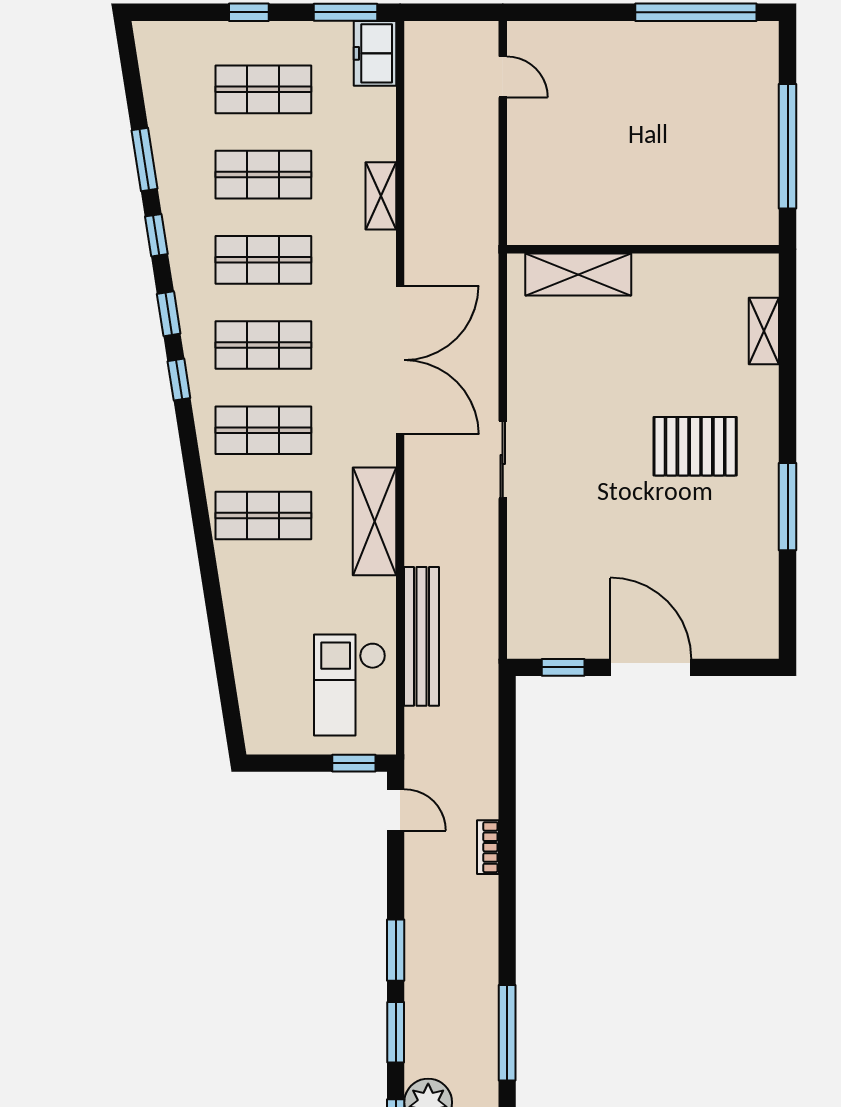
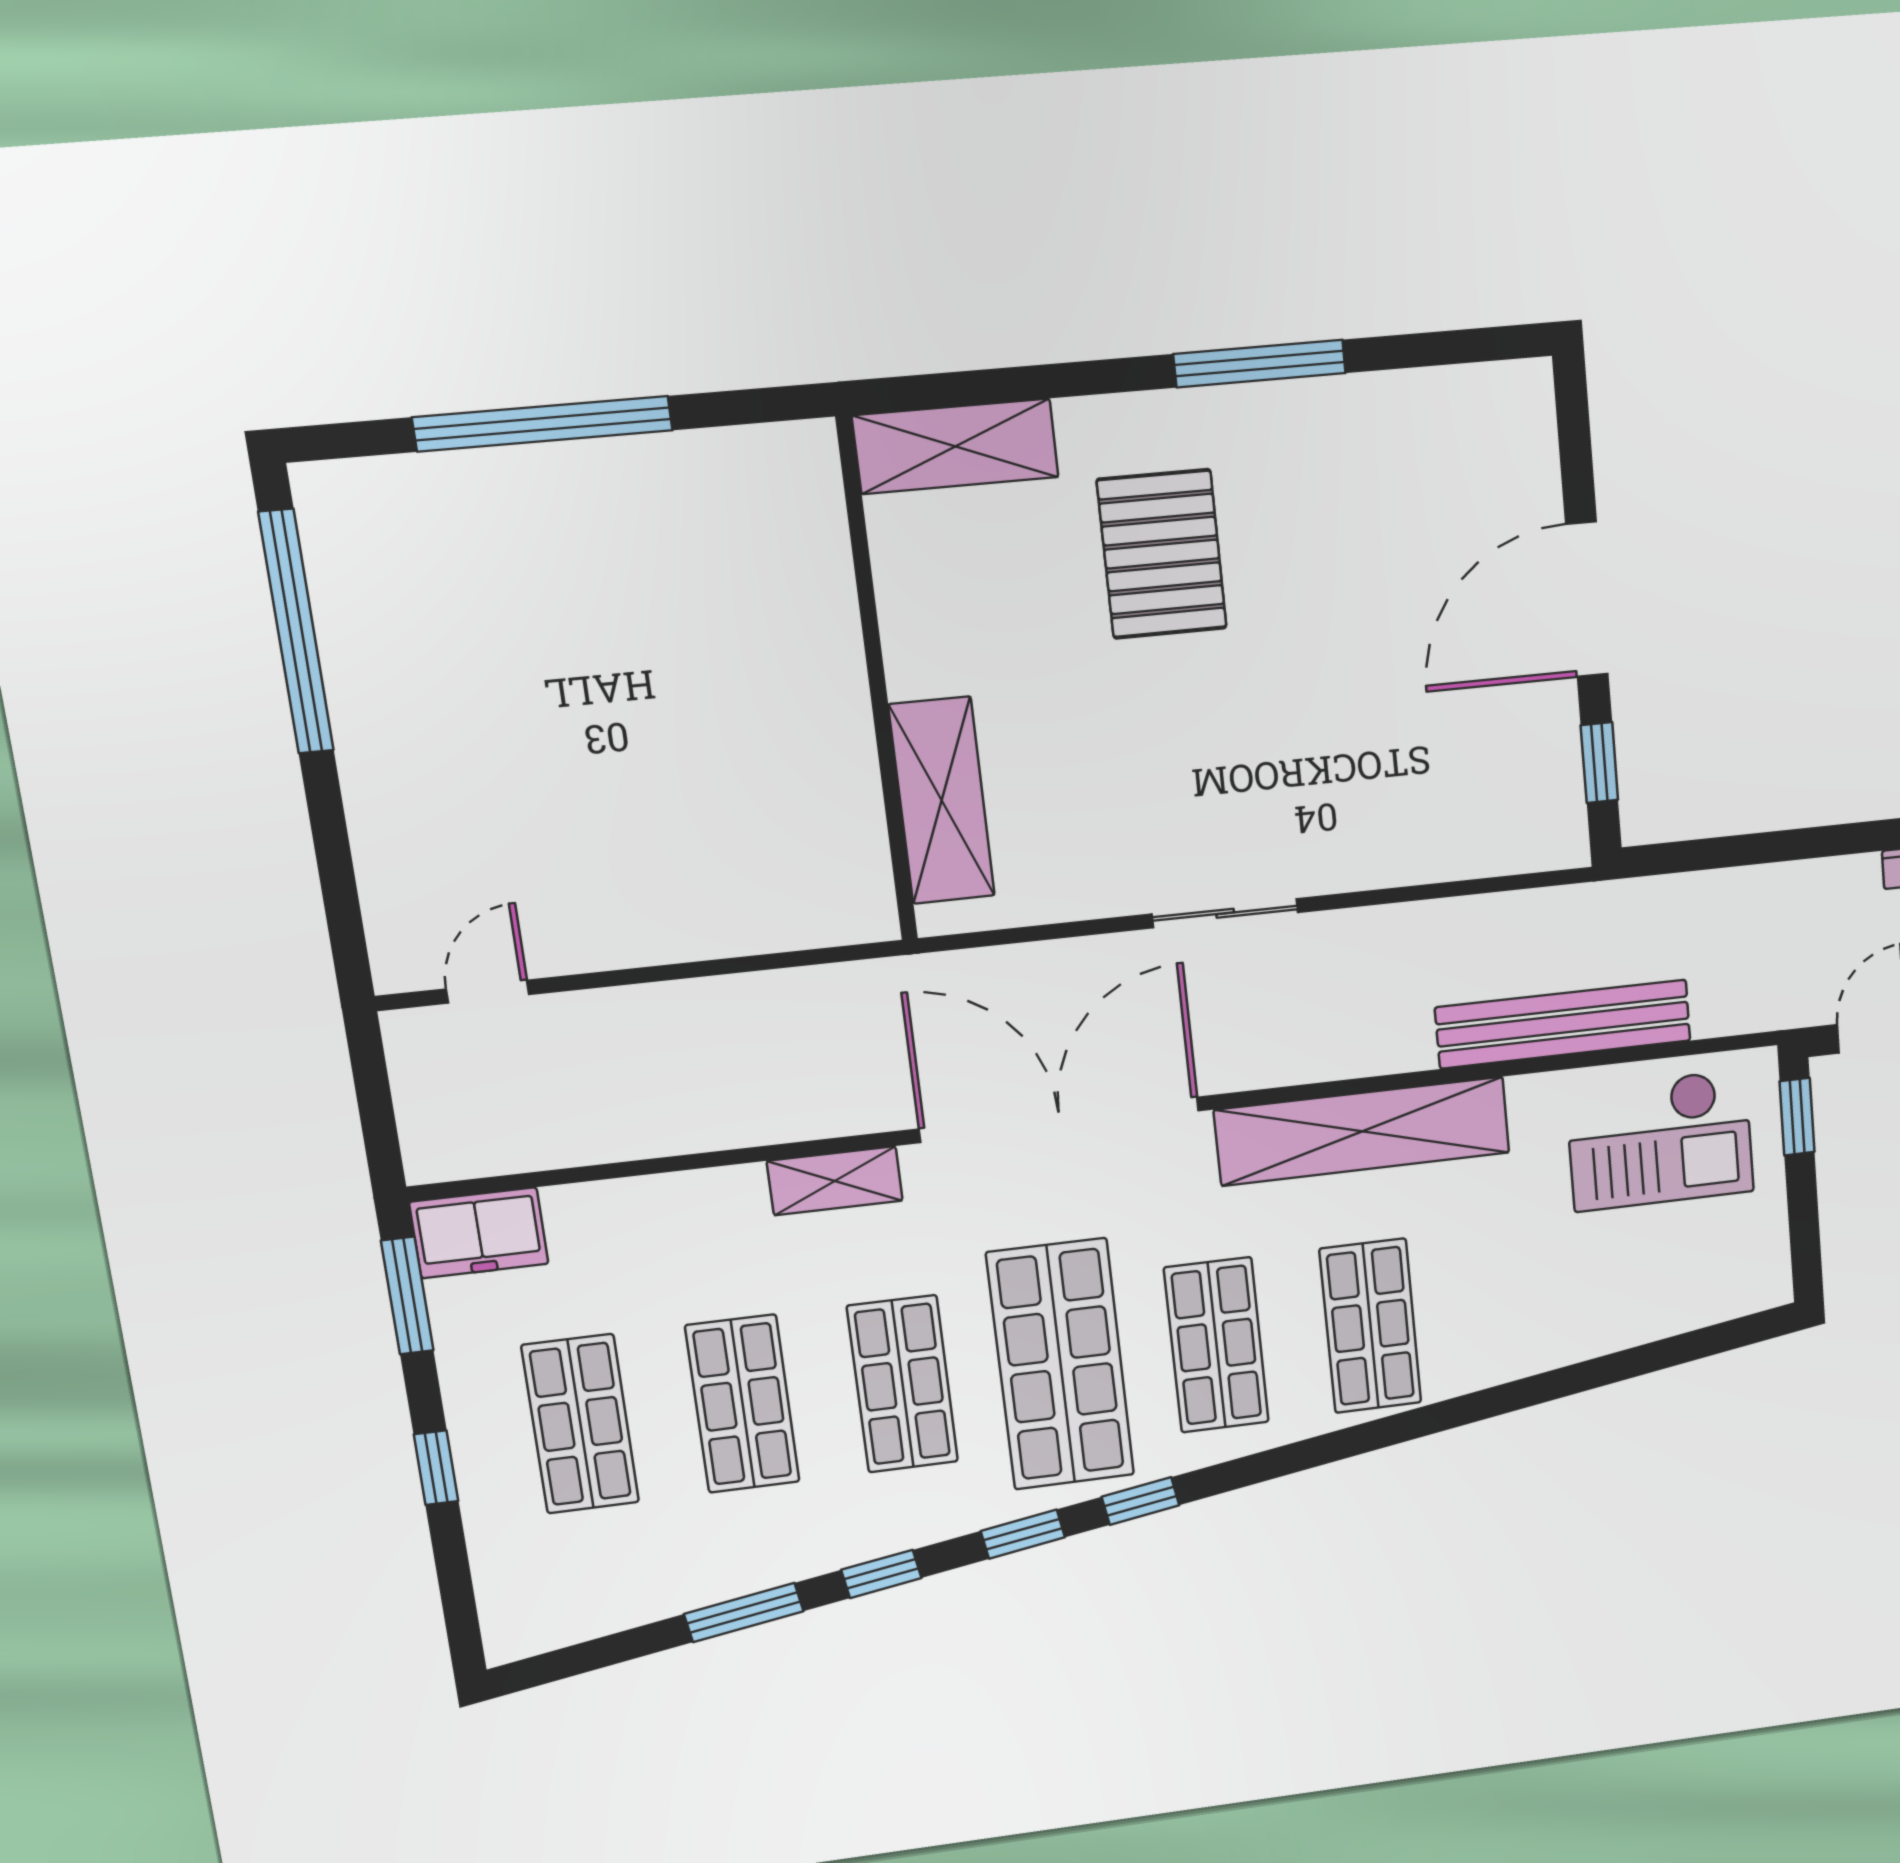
shelving: (381, 196) -> (835, 1181), moved
wall: (643, 249) -> (877, 682), moved
shelving: (578, 274) -> (942, 800), moved
shelving: (764, 331) -> (956, 446), width x1.50, depth x1.33
shop shelf: (263, 345) -> (1060, 1364), width x1.43, depth x1.36
shelving: (374, 521) -> (1362, 1131), width x1.47

